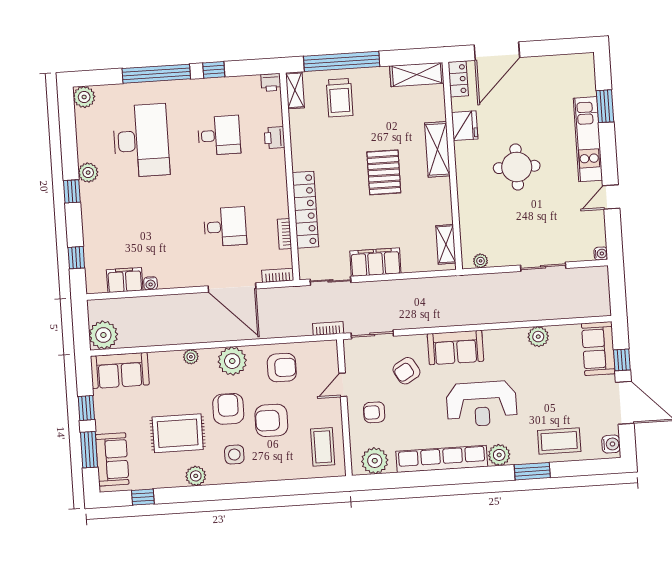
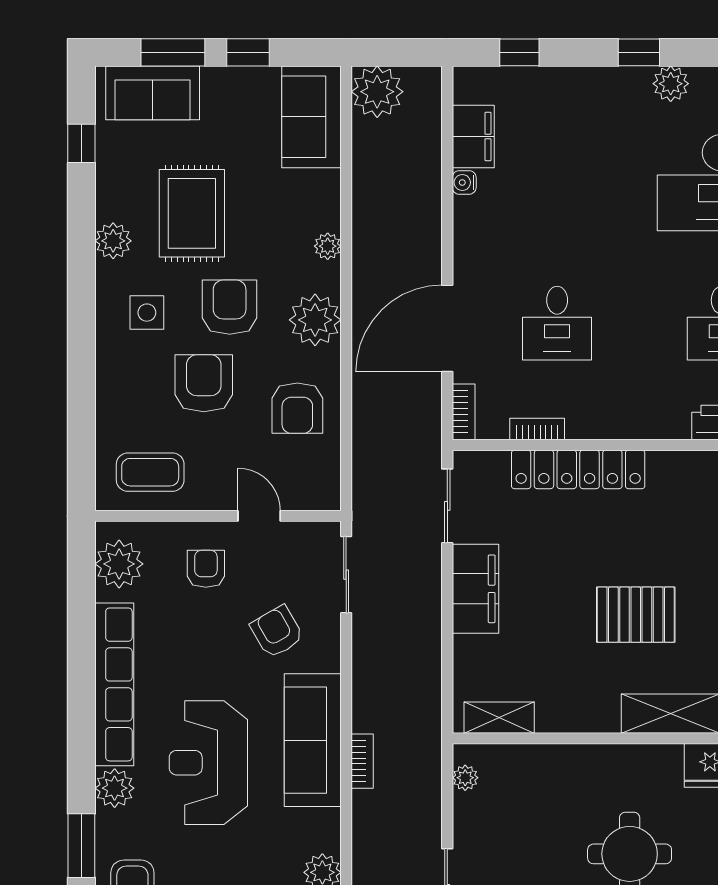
bookcase: (328, 328) -> (362, 761), moved
sofa: (455, 347) -> (313, 740), width x1.36
armchair: (228, 409) -> (230, 307), turned -90

